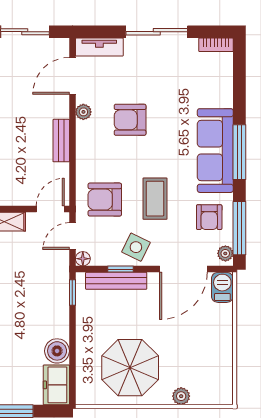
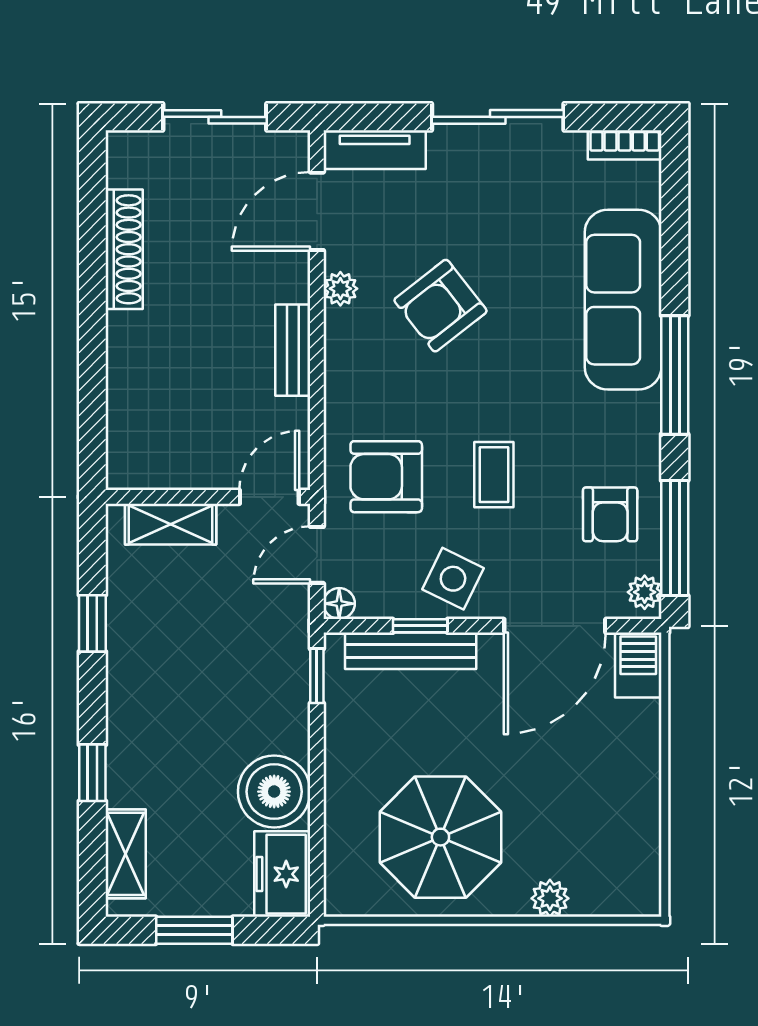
armchair: (130, 120) -> (440, 306), turned -38
sofa: (215, 151) -> (623, 300), moved
coffee table: (155, 199) -> (494, 475), width x0.73, depth x0.77
boiler: (57, 351) -> (274, 792), width x1.37, depth x1.37

